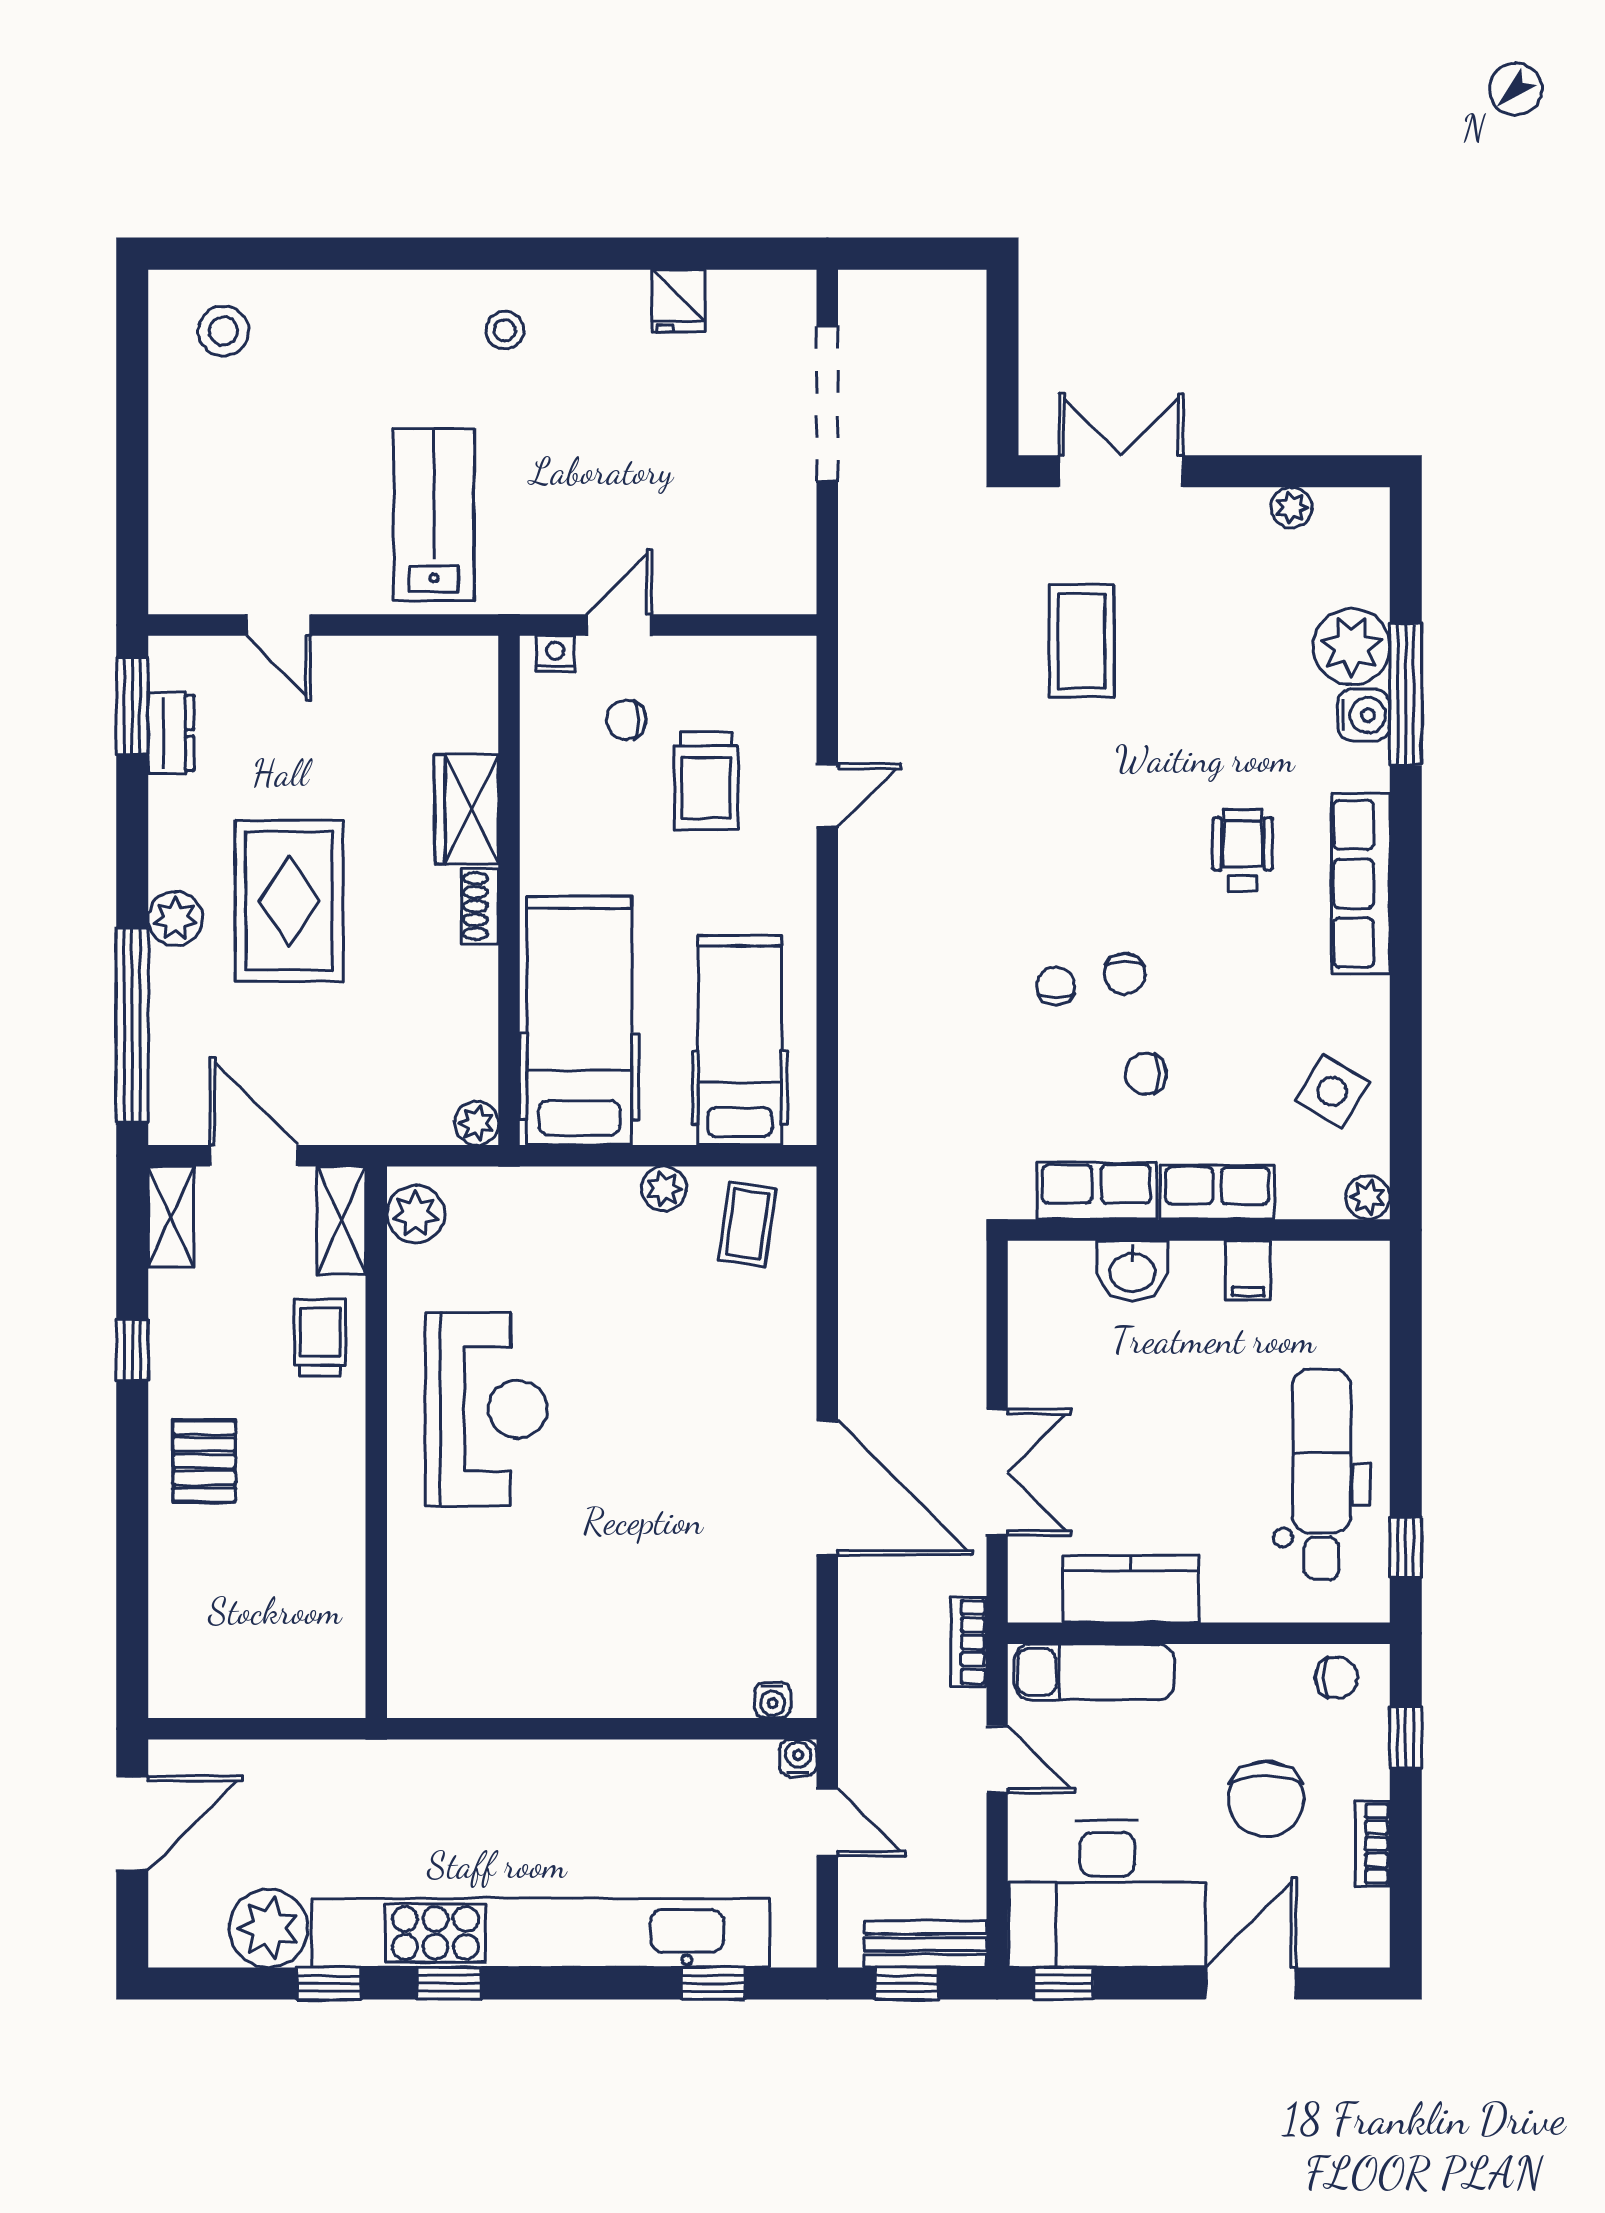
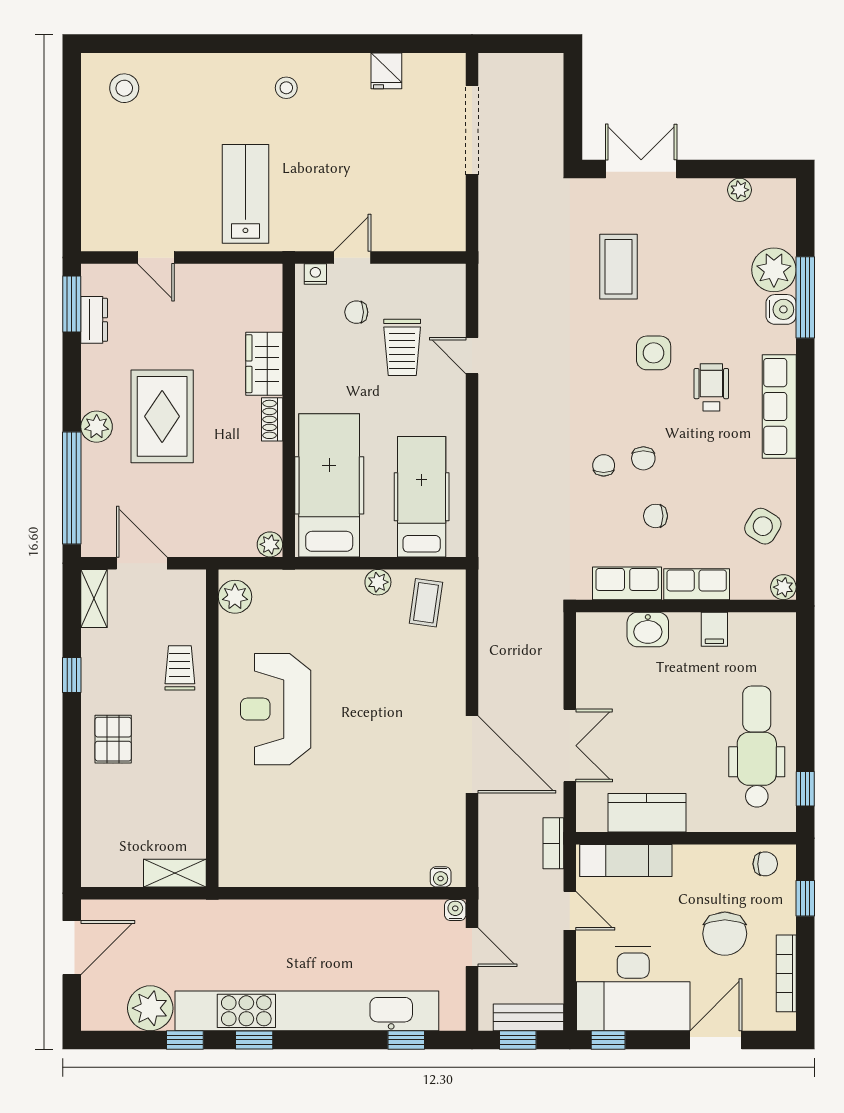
side table: (1142, 791) -> (654, 353), added
door: (827, 795) -> (472, 356), swing flipped
shelving: (341, 1220) -> (175, 873), moved, turned 90
reception desk: (486, 1409) -> (276, 709), turned 180
bookcase: (1373, 1844) -> (786, 973), width x1.56

